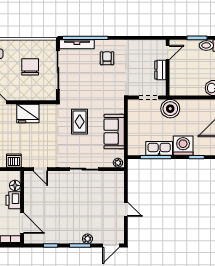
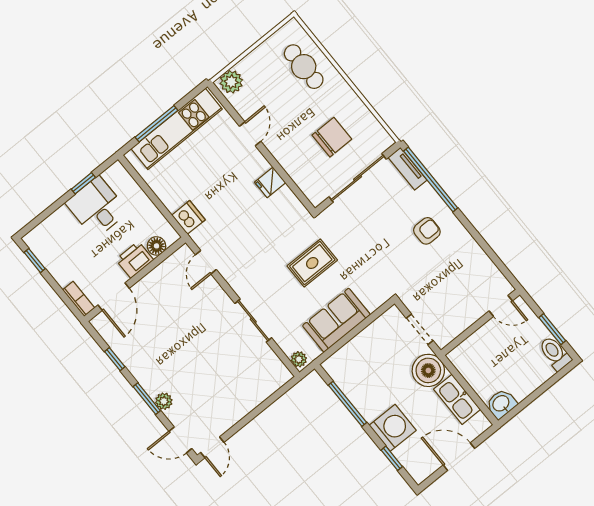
tv unit: (77, 44) -> (407, 169), width x0.71
dresser: (160, 70) -> (469, 315), removed
fridge: (28, 113) -> (270, 182), width x0.53, depth x0.75
kitchen sink: (159, 148) -> (457, 399), moved, turned 180
door: (126, 209) -> (212, 447), moved

